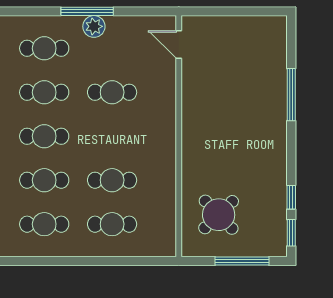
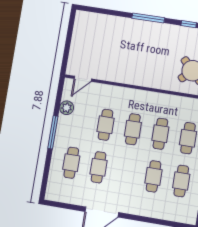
plant: (94, 26) -> (67, 108), moved
window: (291, 95) -> (148, 18), moved
cafe table: (44, 136) -> (133, 129), moved

